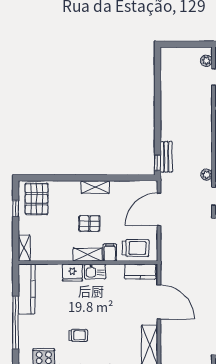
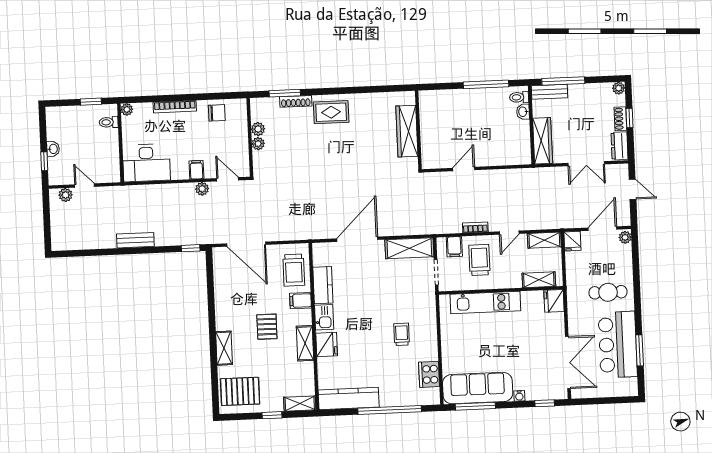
bench: (166, 157) -> (135, 240), moved
shelving: (95, 187) -> (224, 348), moved
window: (16, 208) -> (272, 415), moved
trolley: (136, 248) -> (294, 270), turned 180
shelving: (88, 255) -> (305, 343), moved
kitchen counter: (140, 272) -> (323, 285), moved

